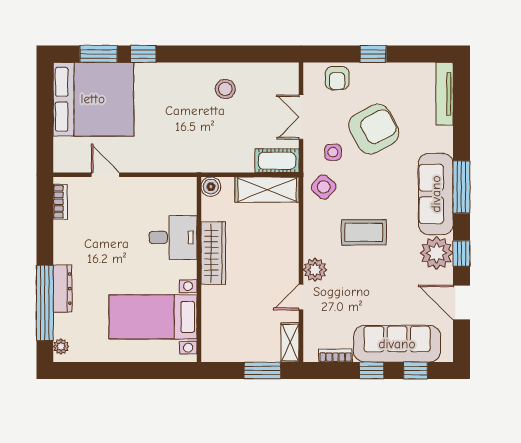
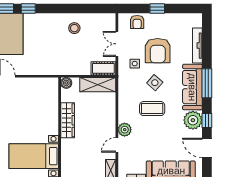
tv unit: (445, 94) -> (197, 46), moved
armchair: (374, 129) -> (158, 51), turned 118
side table: (324, 187) -> (155, 83), moved
desk: (173, 237) -> (45, 111), removed

